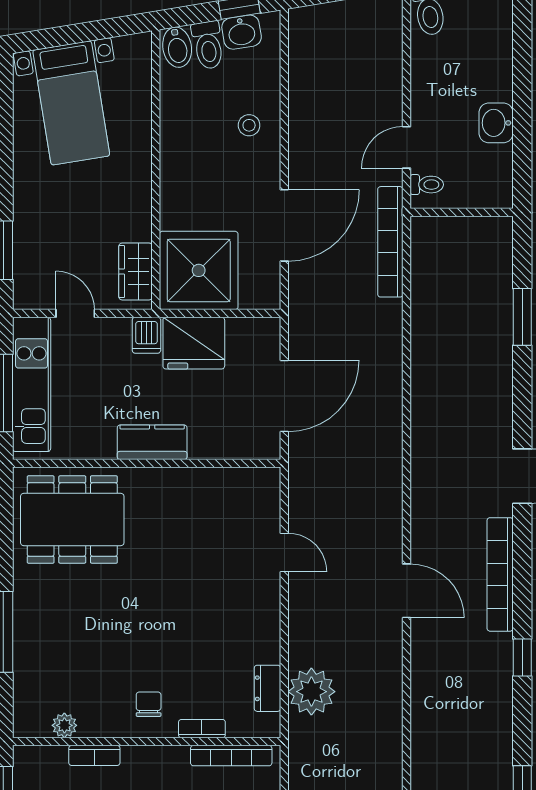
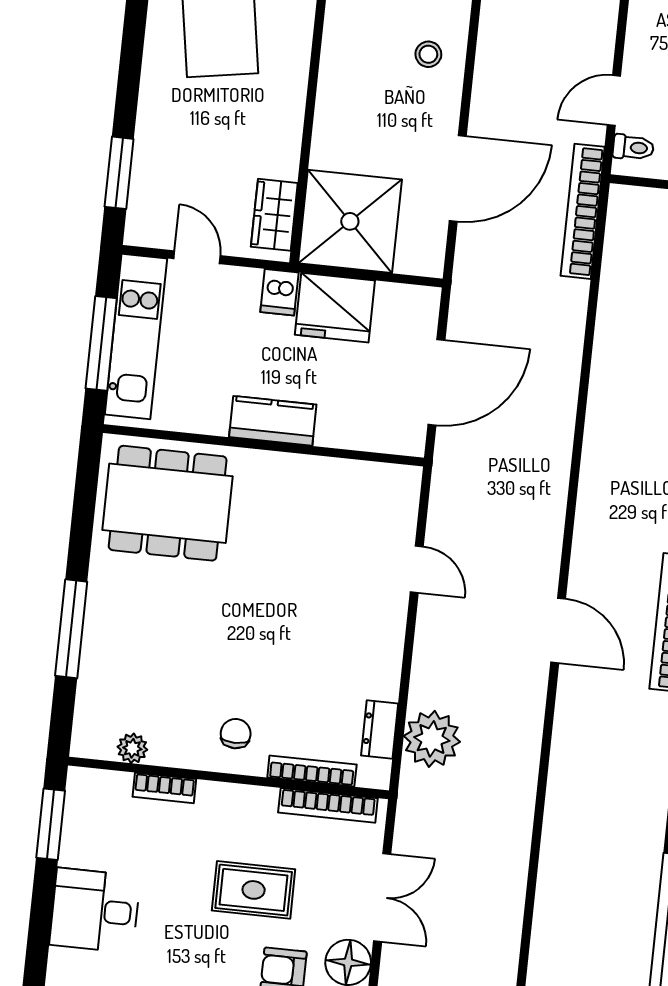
bookcase: (202, 729) -> (312, 771), width x1.56

